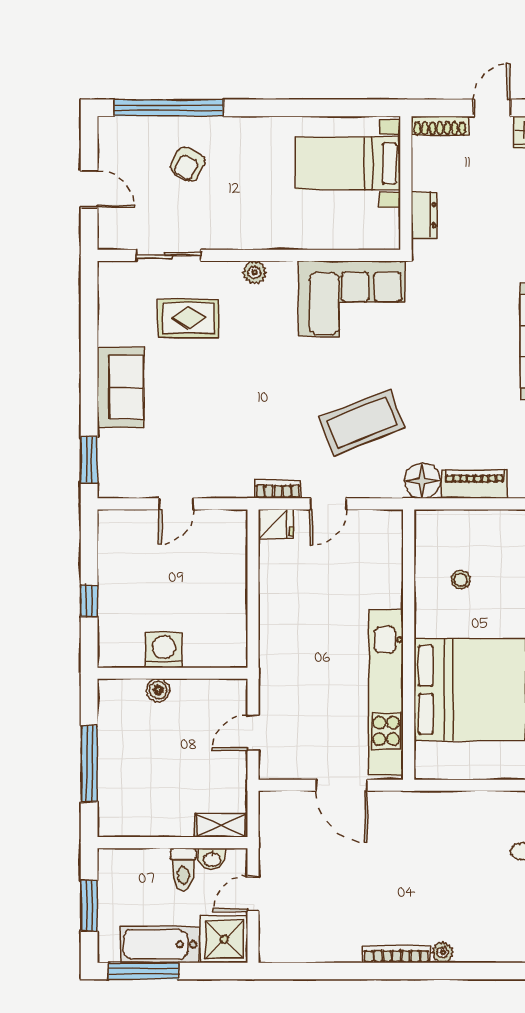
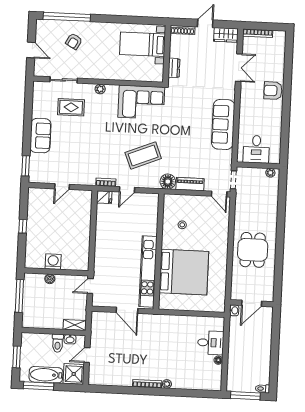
washing machine: (164, 650) -> (53, 262), moved
wall: (172, 673) -> (56, 272), moved
boiler: (158, 690) -> (50, 279), moved

